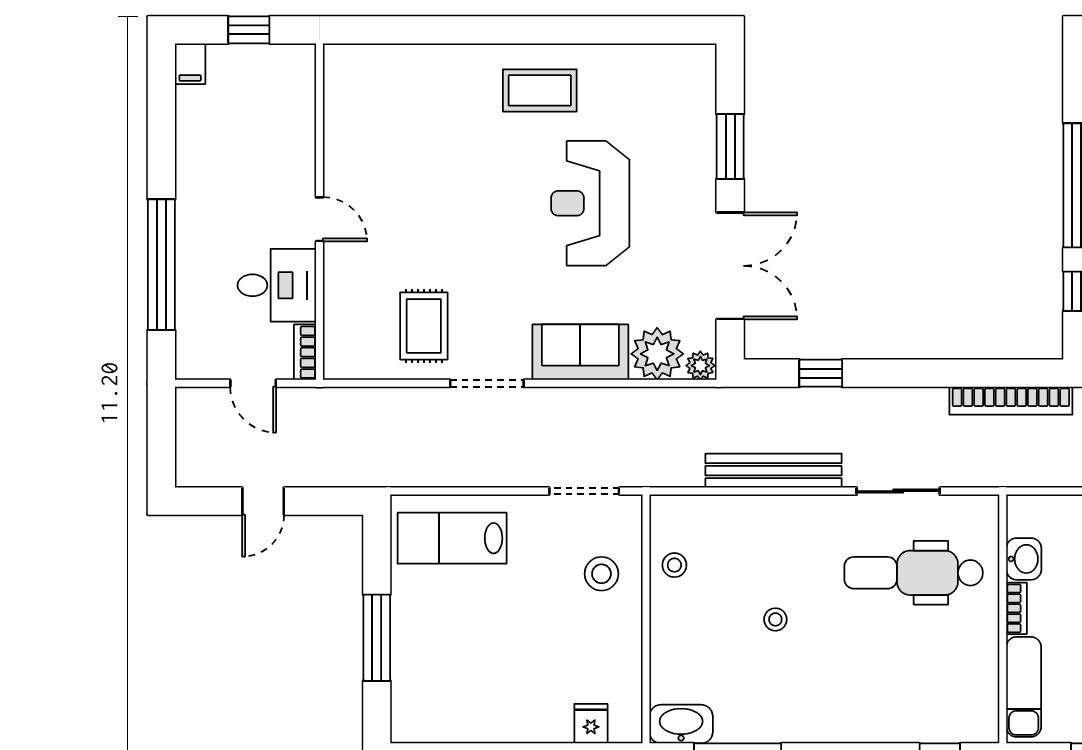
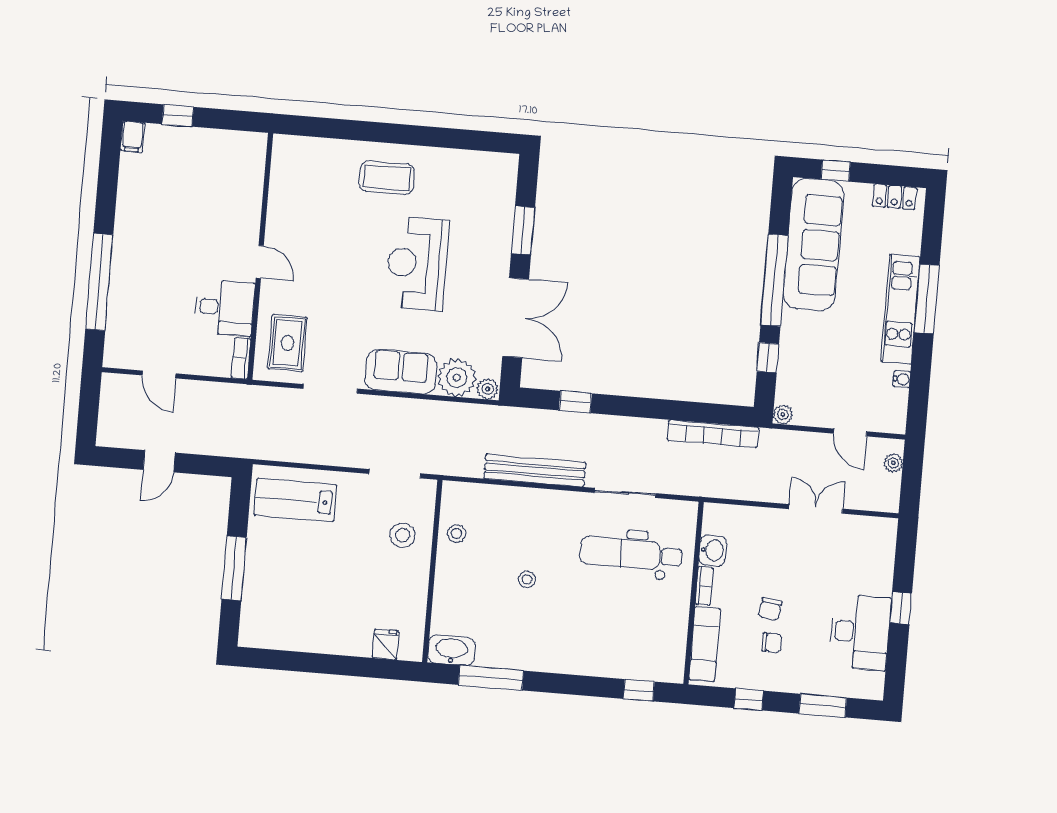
wall: (320, 212) -> (260, 256), moved
door: (320, 219) -> (260, 262), moved
desk: (277, 285) -> (224, 308), moved
bookcase: (305, 352) -> (241, 358), moved

